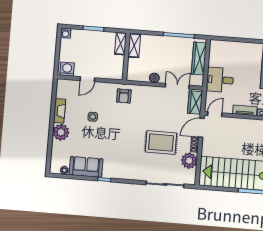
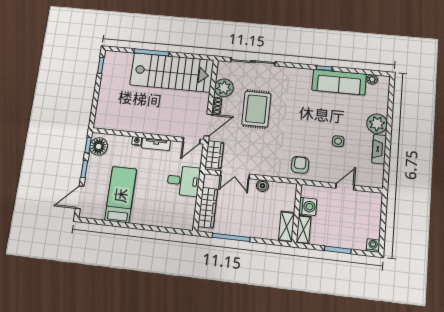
washing machine: (67, 69) -> (308, 206), moved, turned -90
rug: (161, 143) -> (256, 109), turned 90
sofa: (86, 167) -> (339, 82), width x1.36

